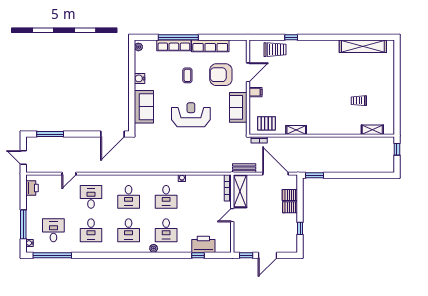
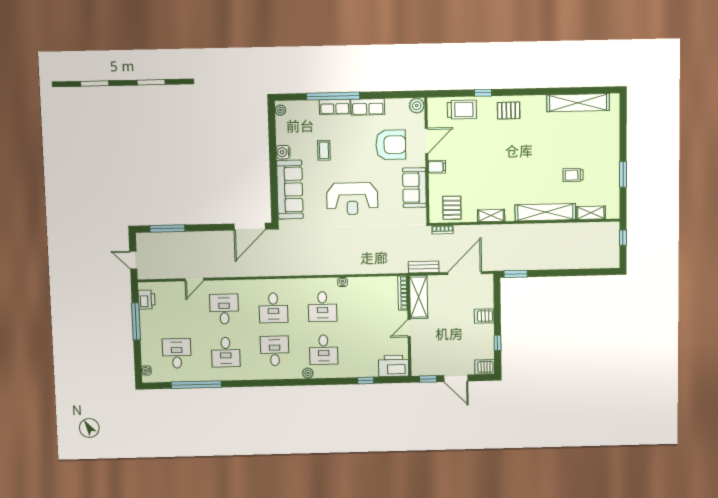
row of seats: (174, 45) -> (335, 107), width x0.68
row of seats: (210, 46) -> (368, 107), width x0.68
plant: (241, 46) -> (417, 106), added
pallet: (310, 51) -> (509, 111), added
coffee table: (187, 75) -> (324, 150), moved
armchair: (221, 75) -> (391, 145), turned 180
window: (397, 101) -> (623, 174), added
sofa: (144, 107) -> (290, 190), width x1.36
reception desk: (191, 115) -> (352, 199), turned 180
pallet: (266, 123) -> (452, 208), turned 90
shelving: (338, 128) -> (545, 212), added
door: (275, 174) -> (465, 273), hinge flipped
server rack: (290, 195) -> (485, 367), moved
window: (23, 224) -> (136, 321), moved
desk: (129, 230) -> (275, 351), turned 180
printer: (203, 244) -> (394, 366), moved
window: (52, 255) -> (196, 385), moved
door: (268, 255) -> (456, 378), hinge flipped

